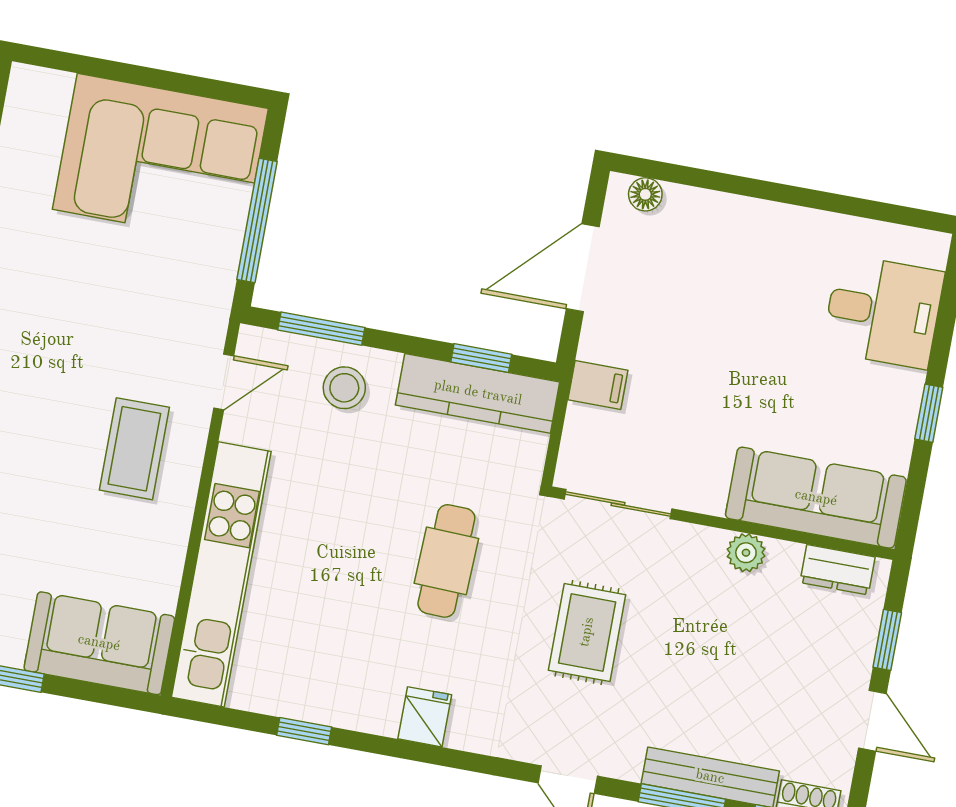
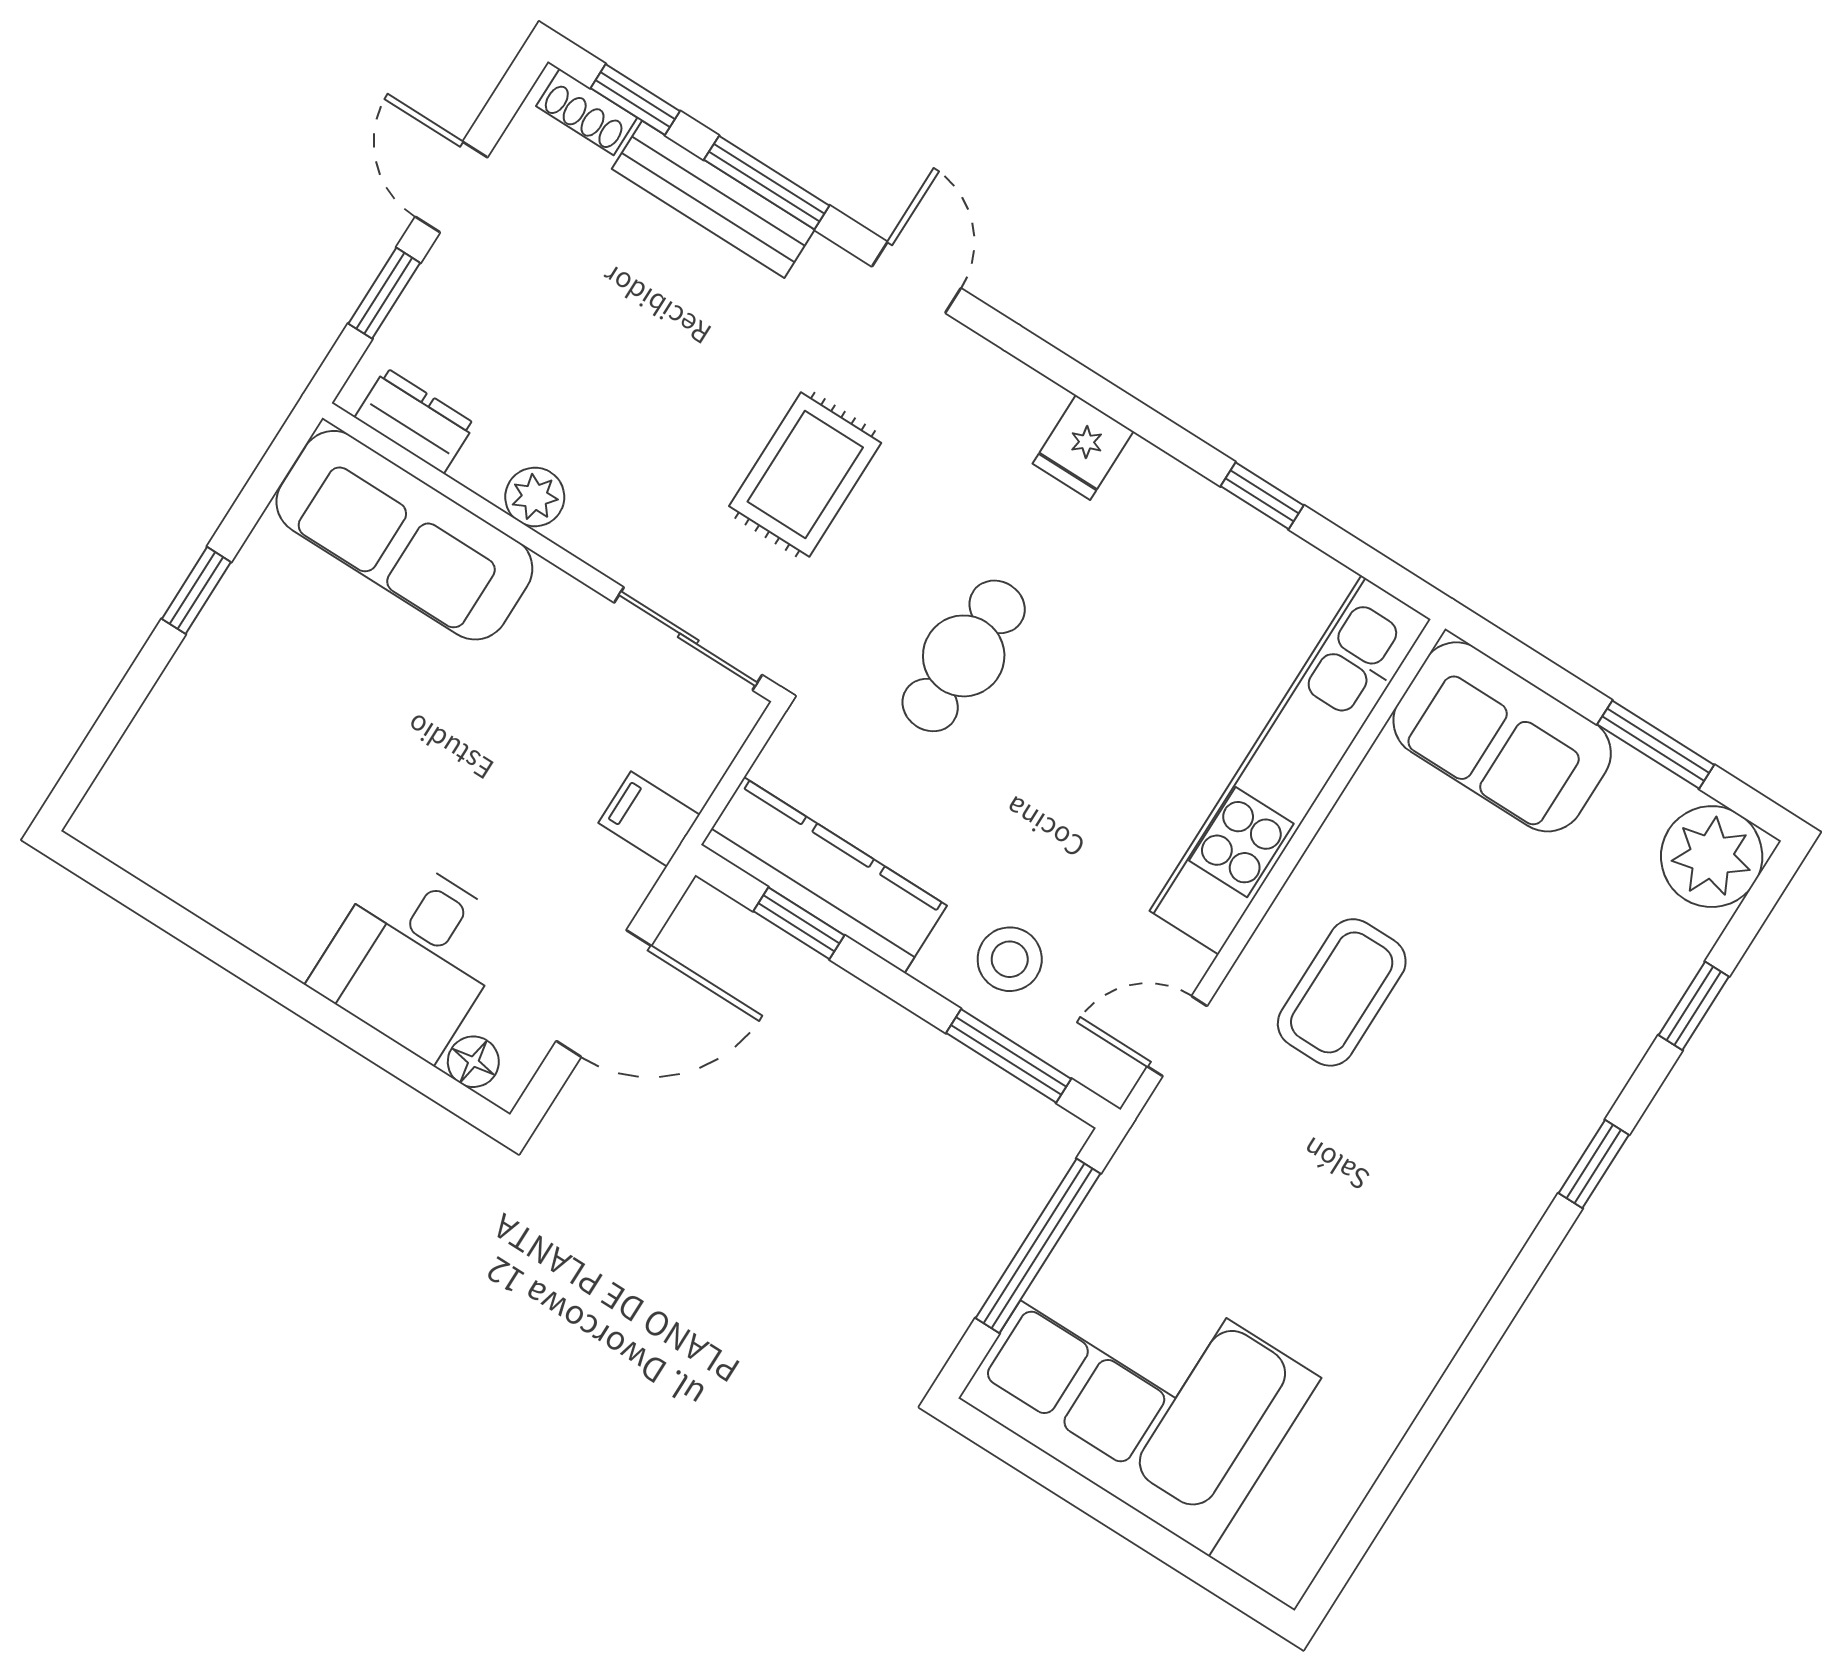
desk: (883, 311) -> (413, 956), moved, turned -90

